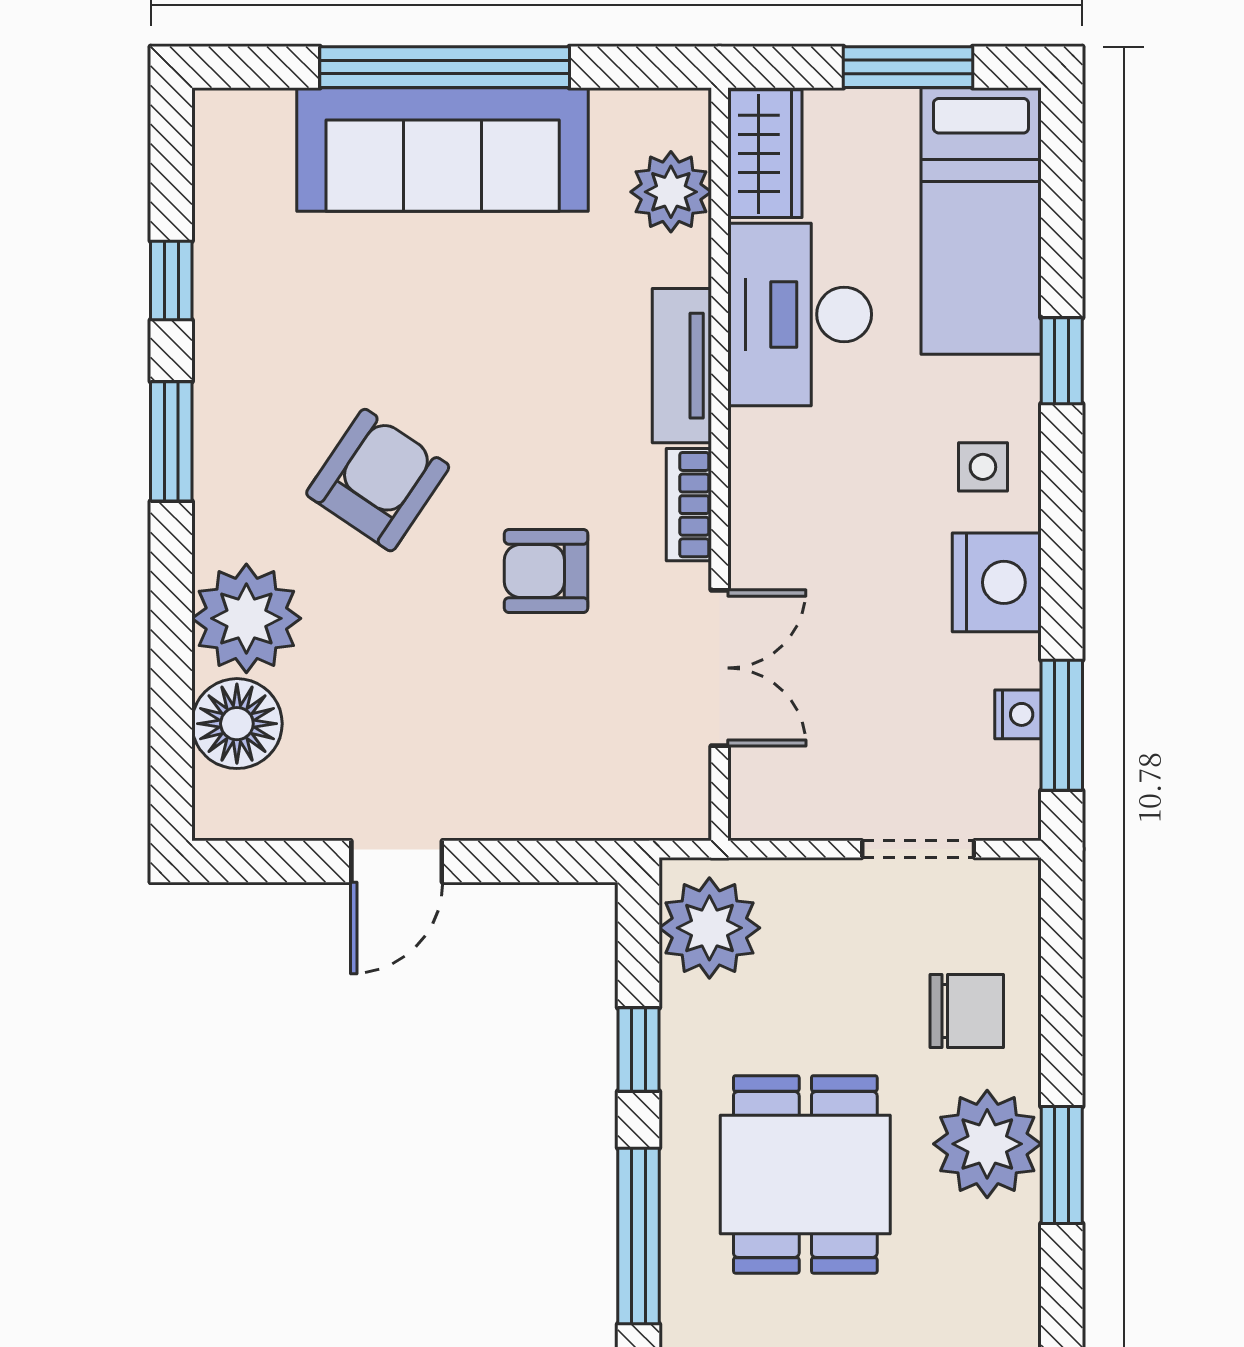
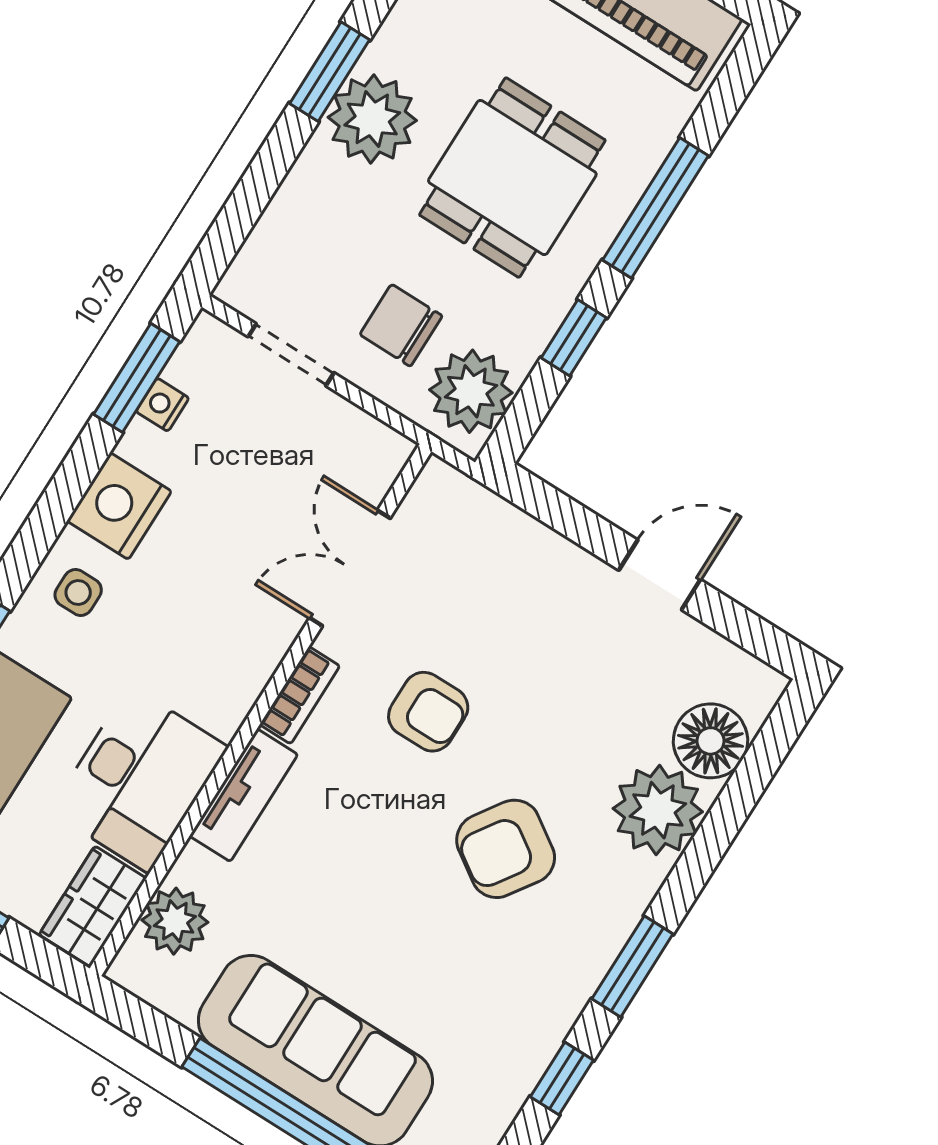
chair: (967, 1011) -> (401, 325), moved

